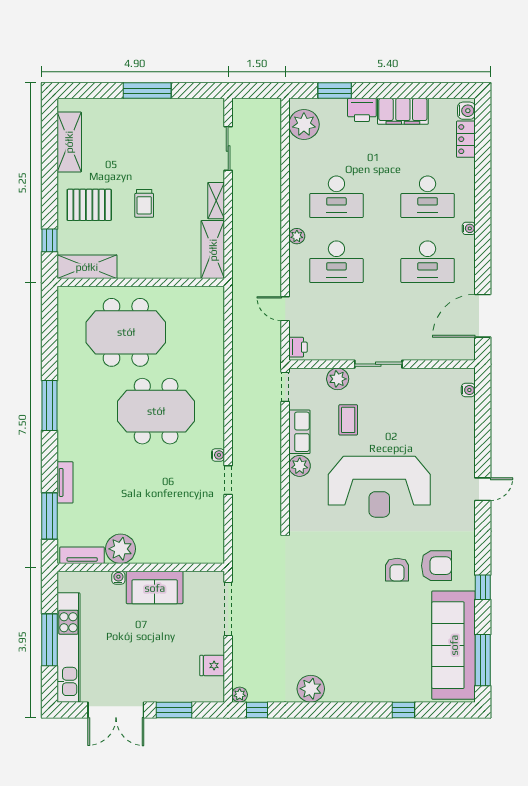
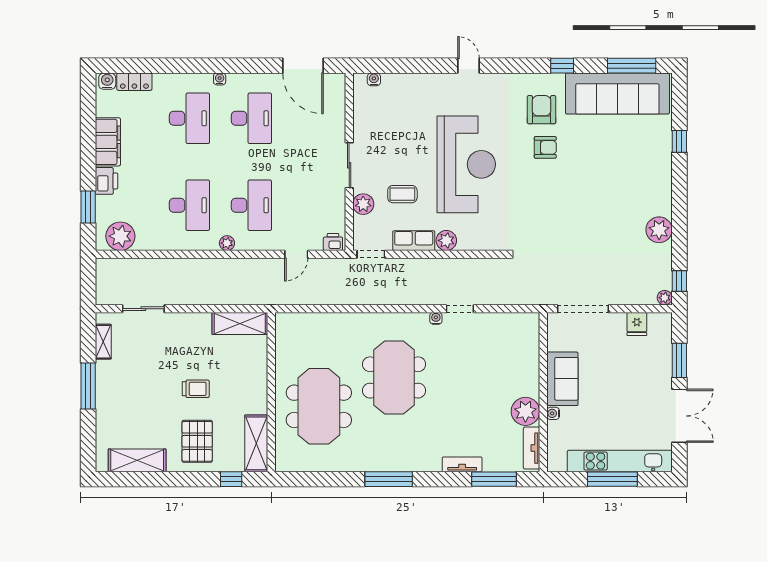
shelving: (216, 201) -> (103, 342), moved, turned 90

